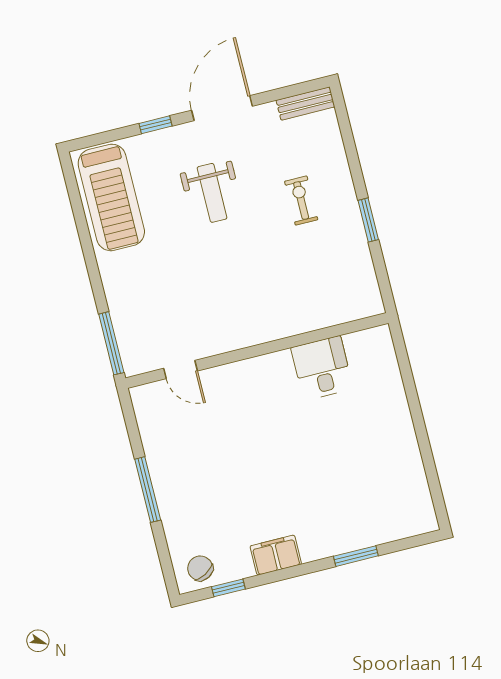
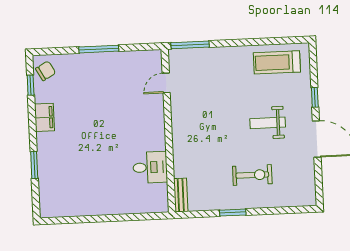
bench: (305, 104) -> (181, 195), moved
treadmill: (111, 197) -> (277, 62), width x0.73, depth x0.73
exercise bike: (301, 200) -> (252, 175), width x1.38, depth x1.39

